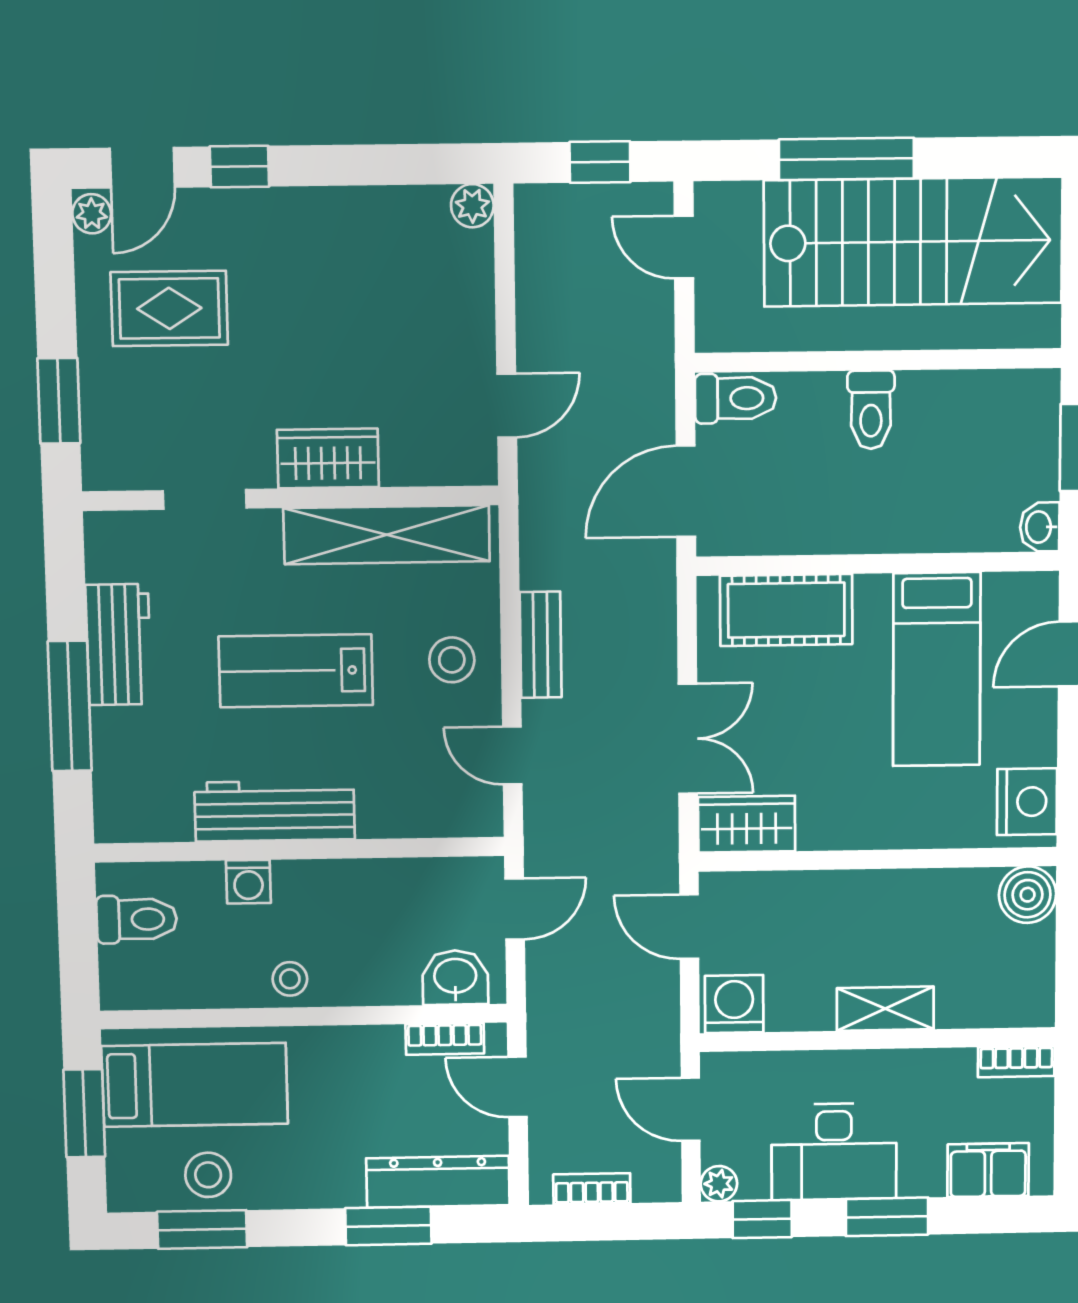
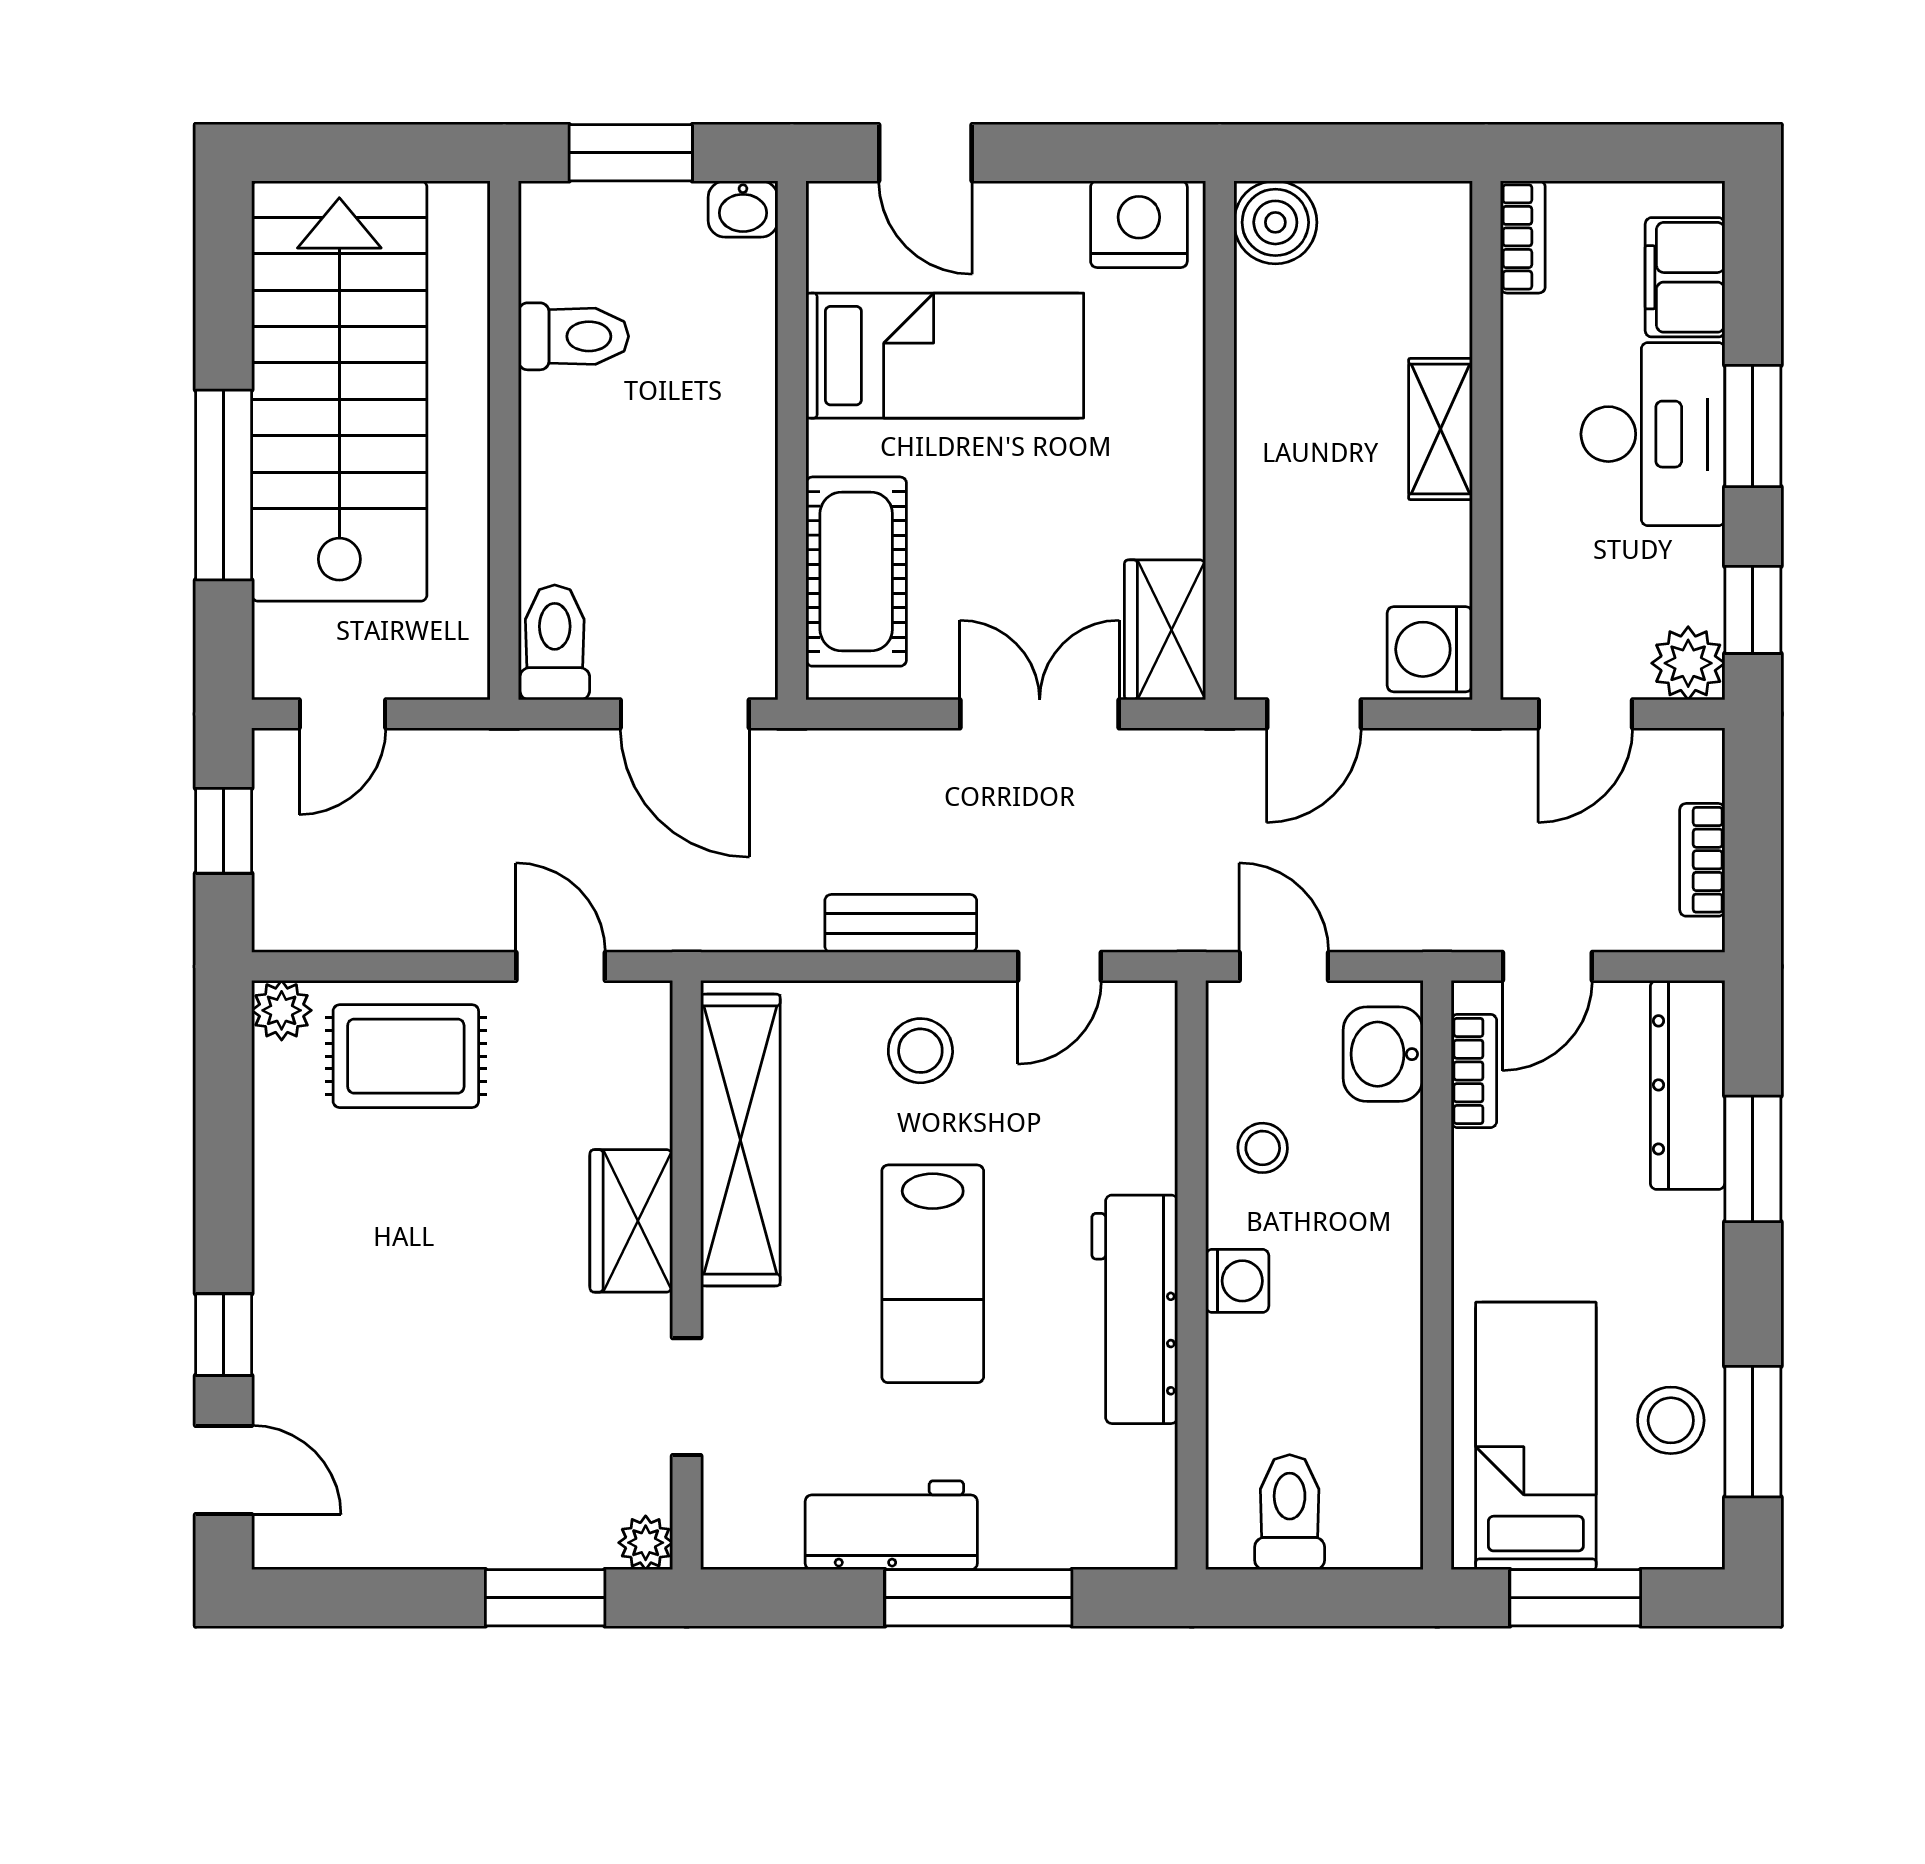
plant: (92, 214) -> (646, 1543), moved
rug: (169, 308) -> (406, 1056), moved, turned 90
toilet: (871, 410) -> (573, 336), moved
washing machine: (248, 882) -> (1237, 1281), moved
stool: (290, 979) -> (1263, 1148), moved
desk: (834, 1152) -> (1653, 434), moved
plant: (719, 1184) -> (1688, 663), width x1.38, depth x1.38

